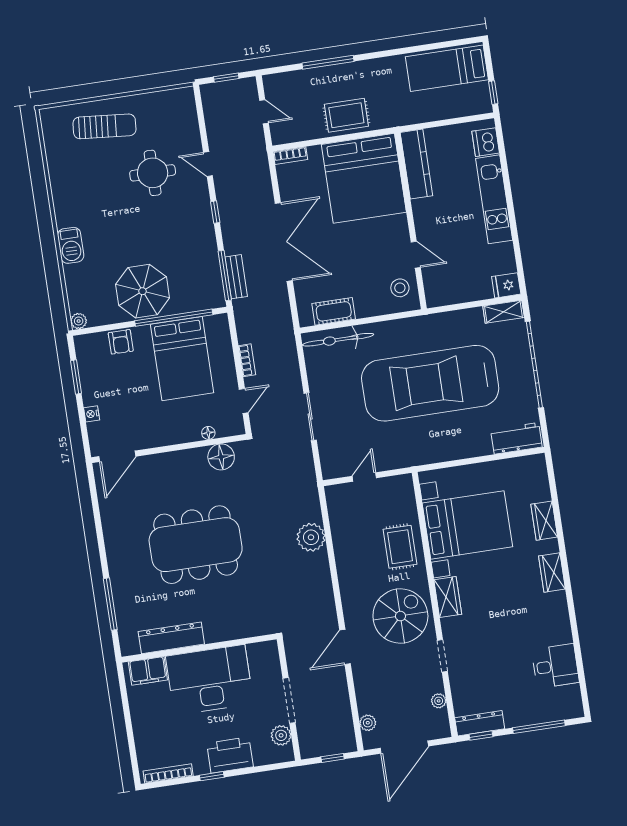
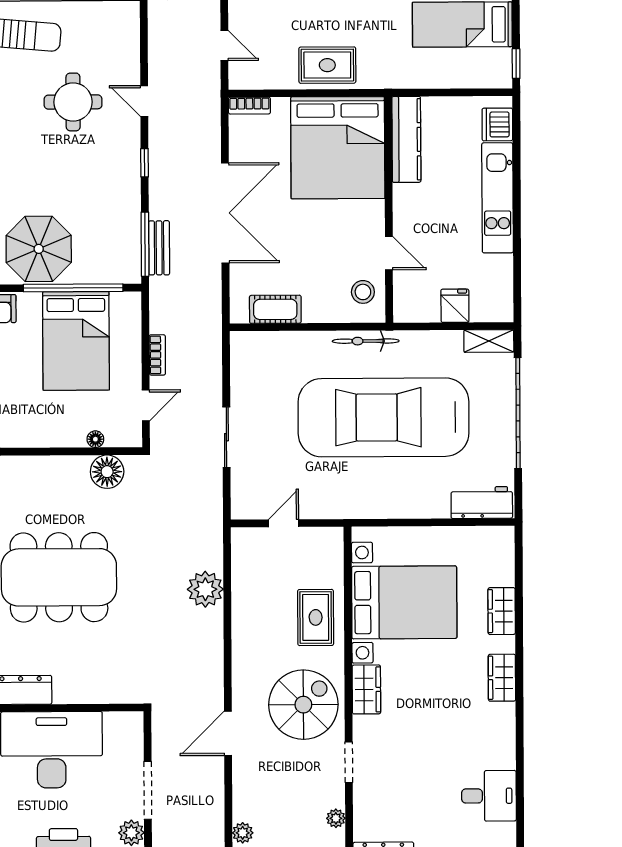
fridge: (506, 285) -> (455, 306), moved, turned 90
bicycle: (338, 340) -> (366, 341), moved, width x0.73, depth x0.71

